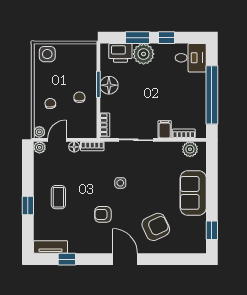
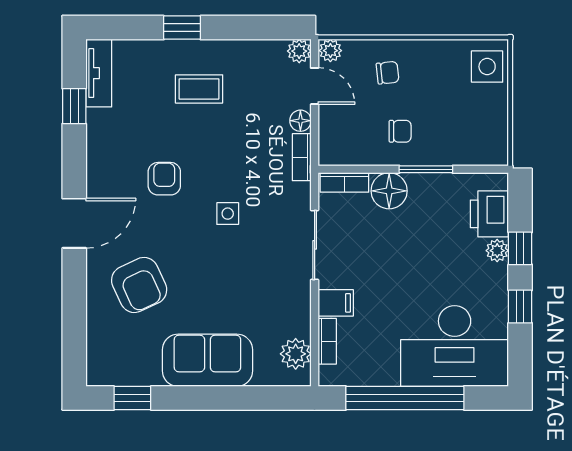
window: (138, 38) -> (520, 248), width x0.67
plant: (144, 54) -> (497, 251), width x0.53, depth x0.53
desk: (191, 58) -> (455, 346), width x1.87, depth x1.30
floor lamp: (109, 85) -> (389, 191), moved

